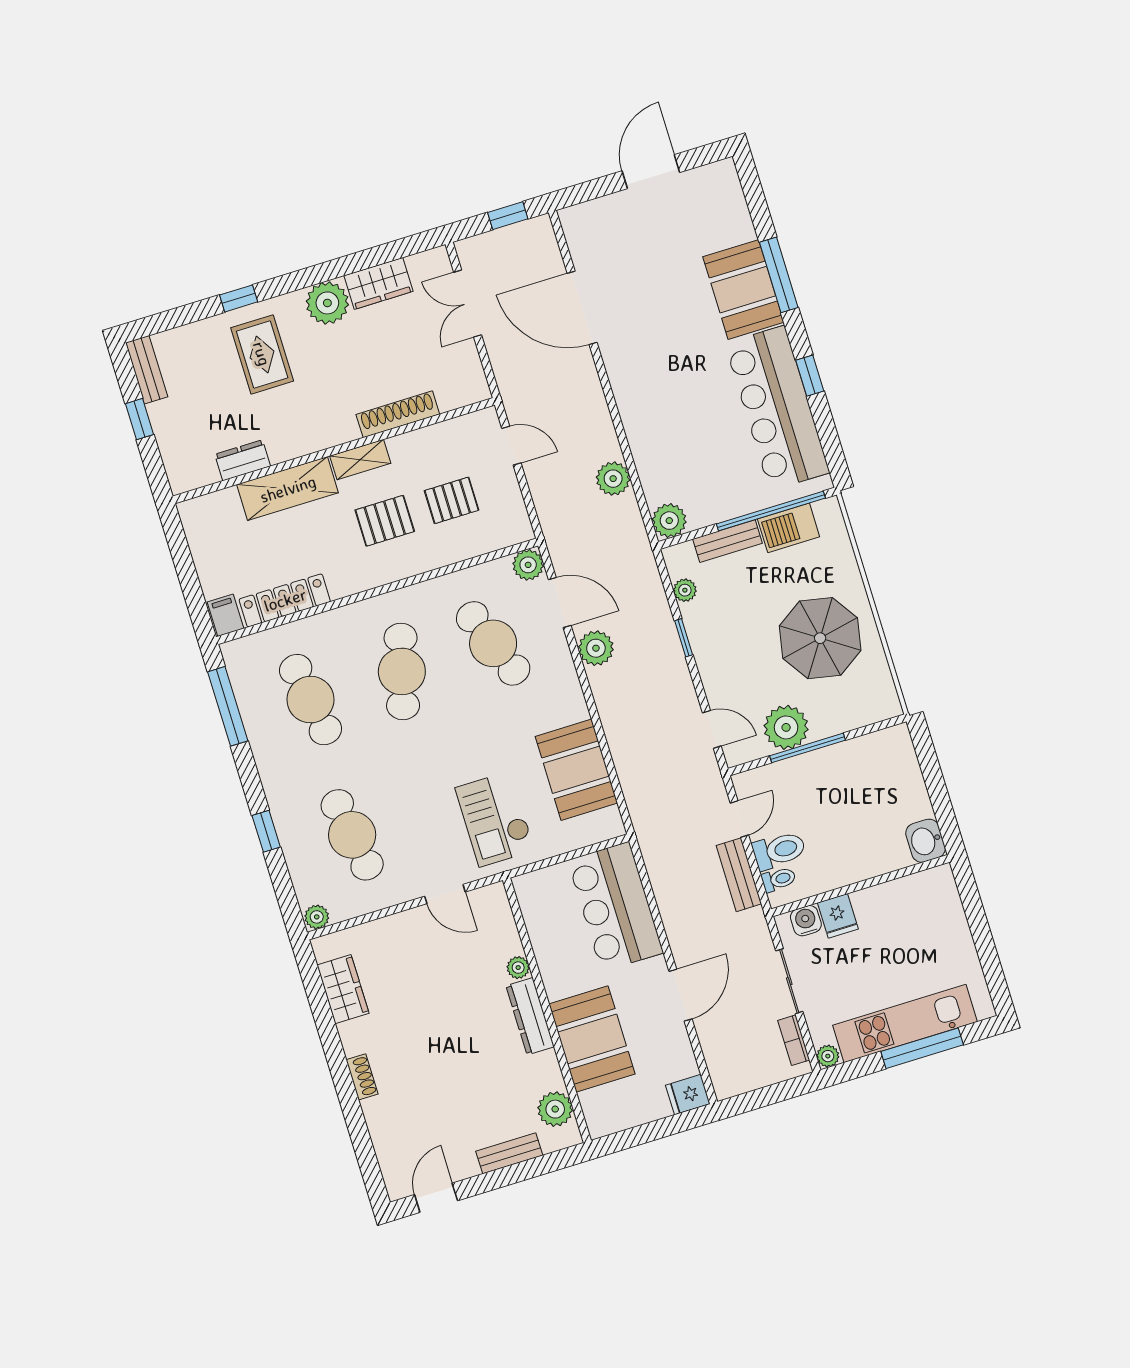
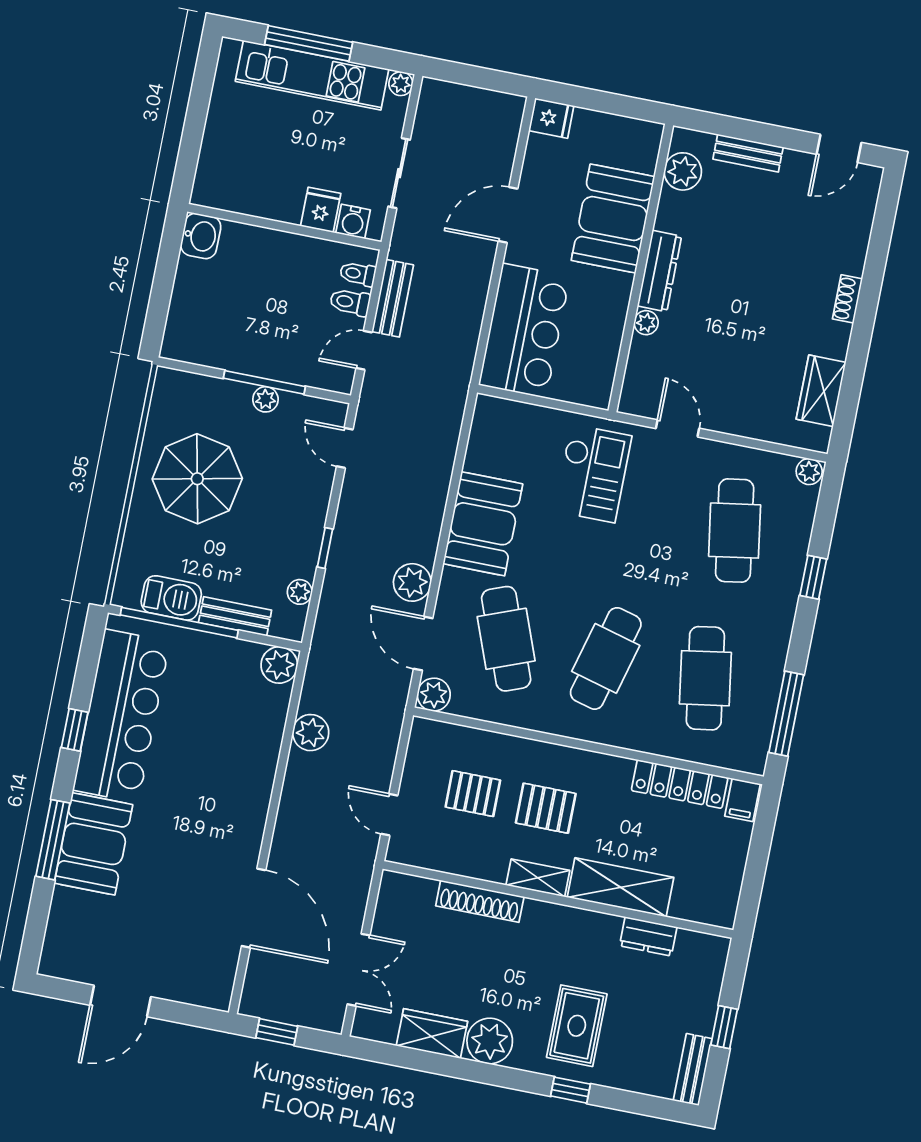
plant: (786, 727) -> (265, 399), width x0.53, depth x0.53
booth: (576, 770) -> (483, 524), moved
toilet: (779, 850) -> (350, 302), width x0.73, depth x0.72
bookcase: (794, 1040) -> (425, 116), removed

